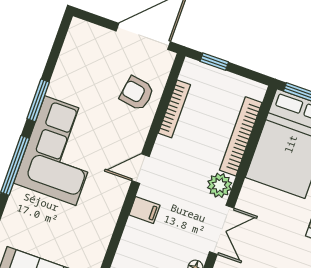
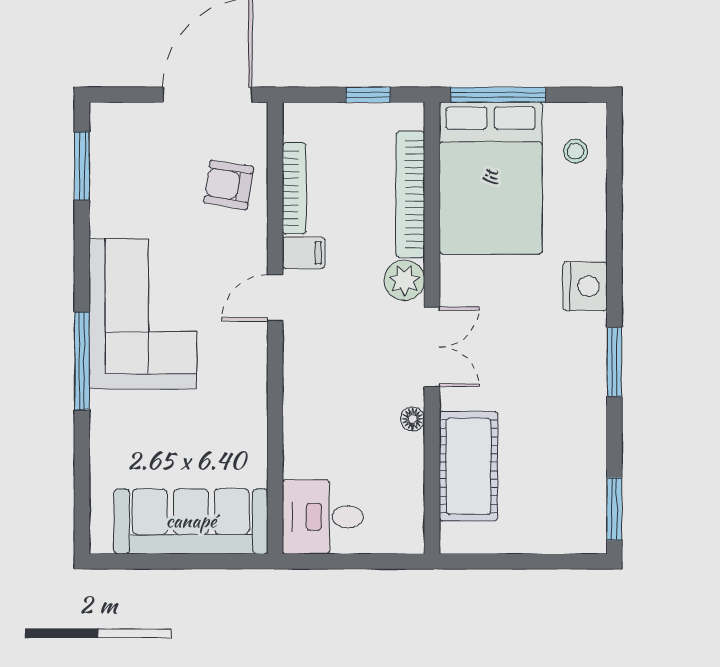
window: (214, 62) -> (368, 95), moved
window: (38, 100) -> (82, 166), moved
filing cabinet: (144, 210) -> (304, 253), moved

